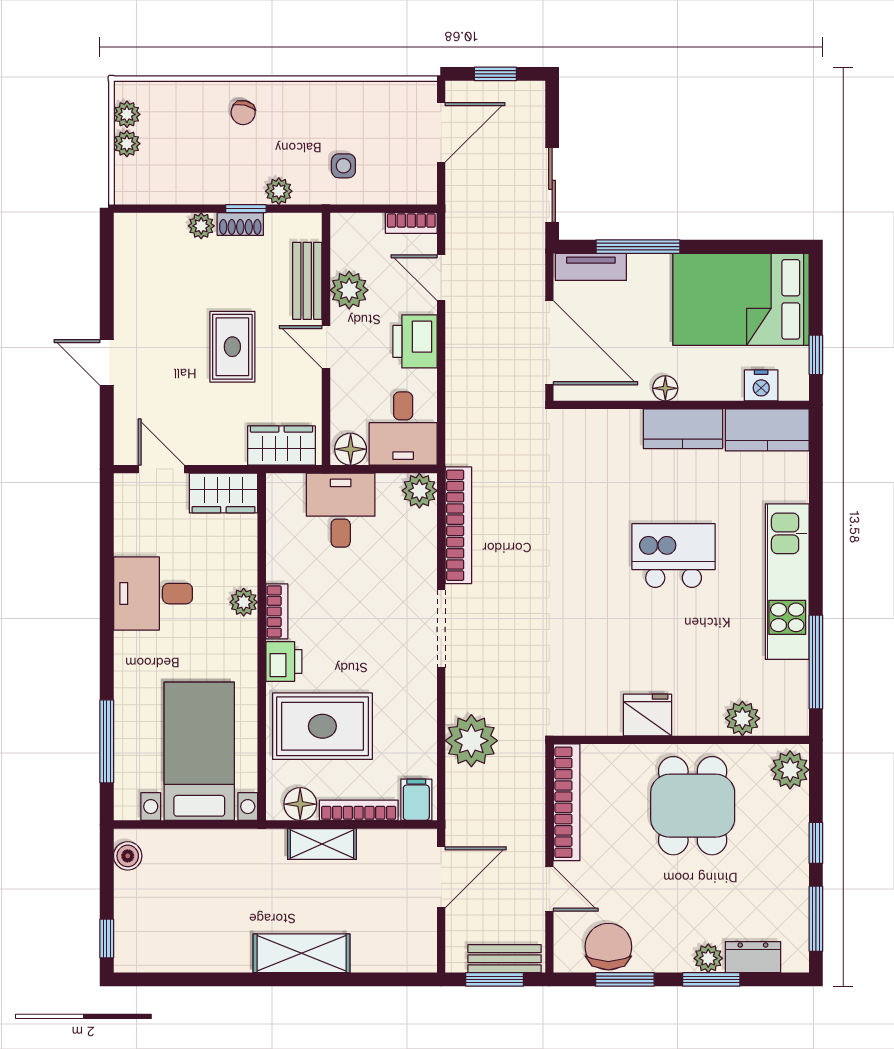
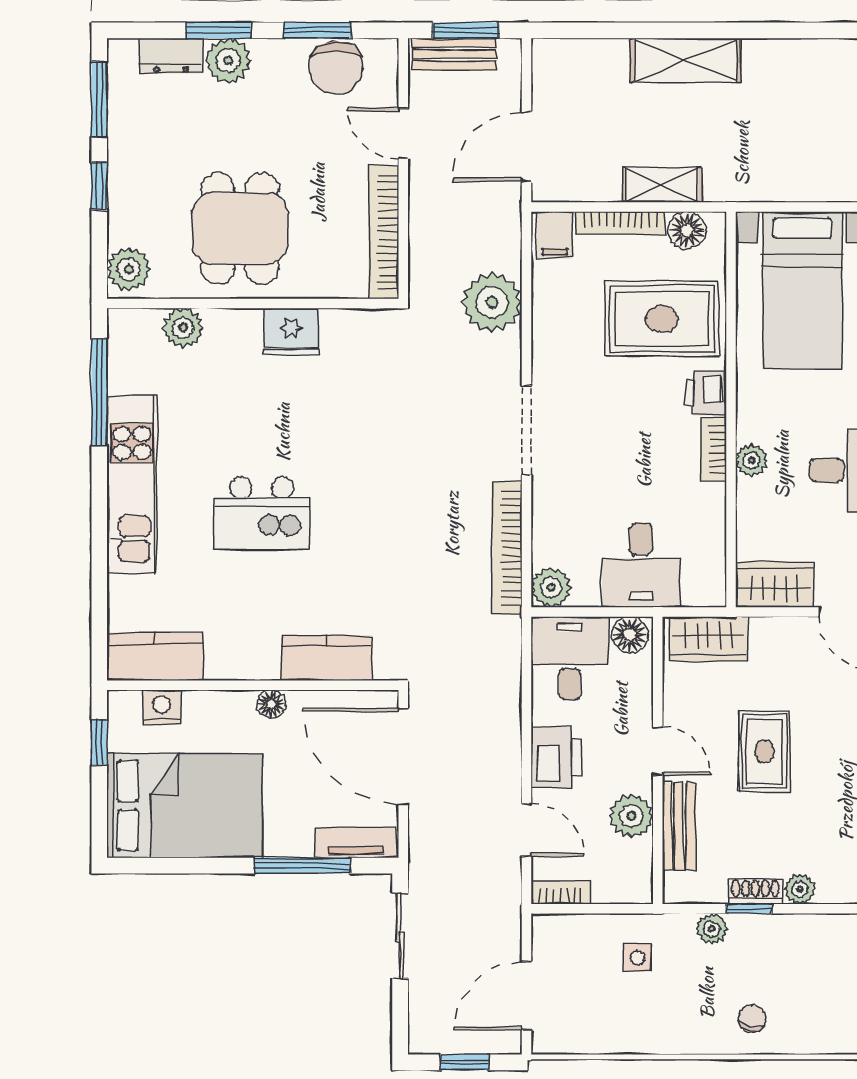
kitchen counter: (683, 429) -> (326, 658), moved
plant: (708, 958) -> (228, 61), width x1.38, depth x1.38

